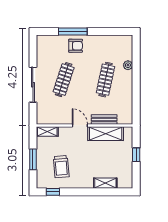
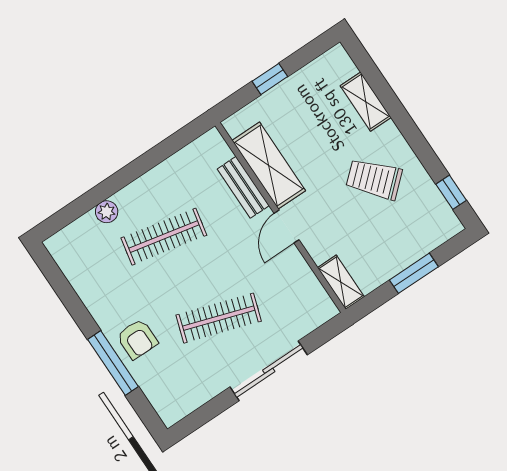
armchair: (76, 46) -> (137, 339), turned 180
trolley: (61, 167) -> (374, 179), moved, turned -127

